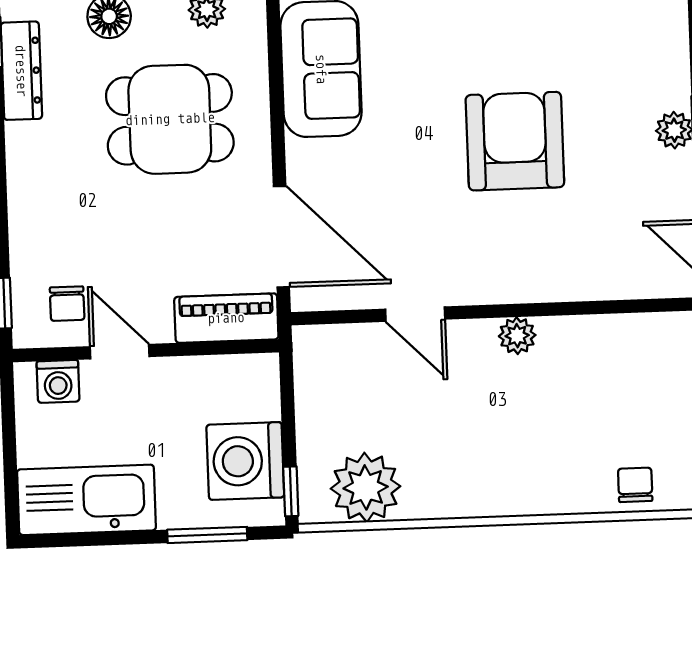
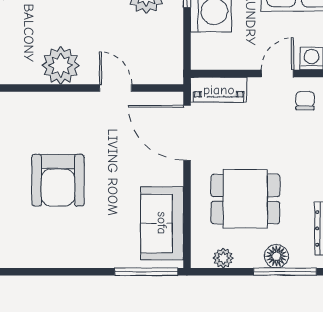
plant: (517, 336) -> (61, 65), width x1.87, depth x1.87
door: (120, 352) -> (277, 73), swing flipped

